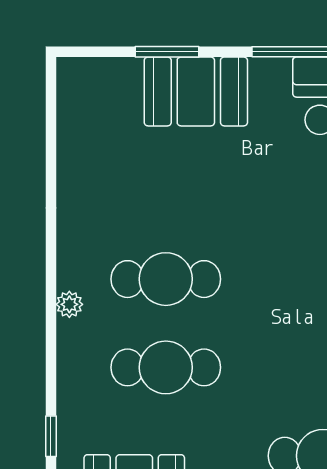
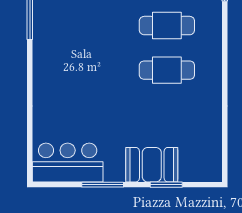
plant: (69, 304) -> (216, 57), removed

